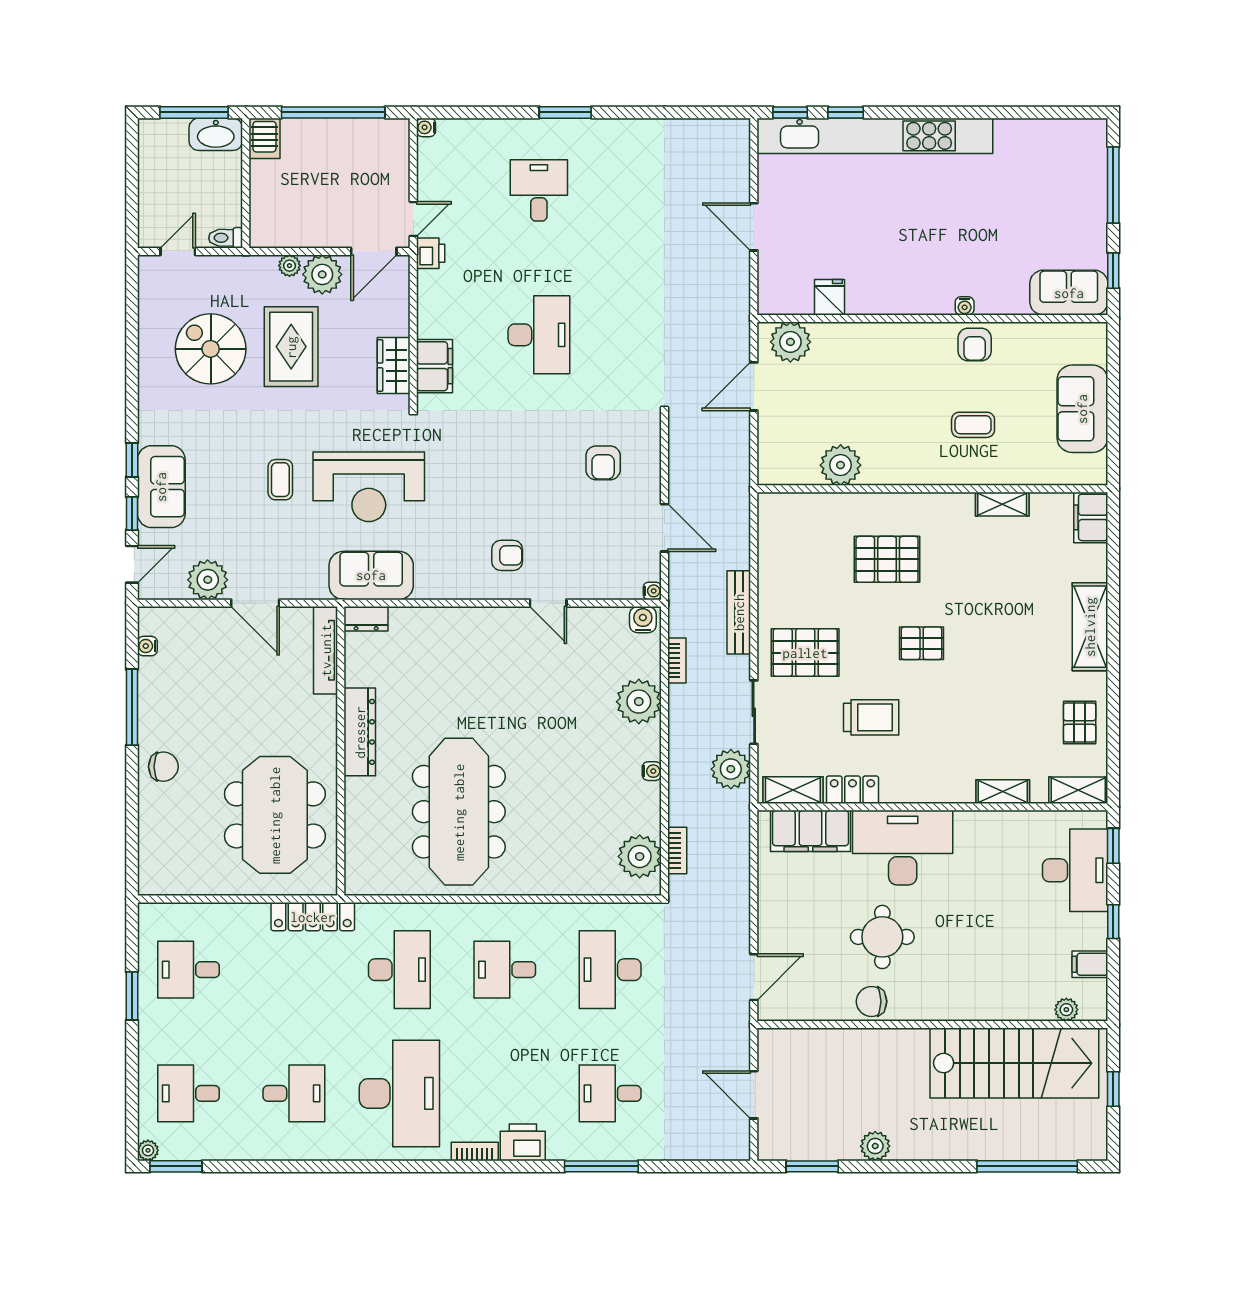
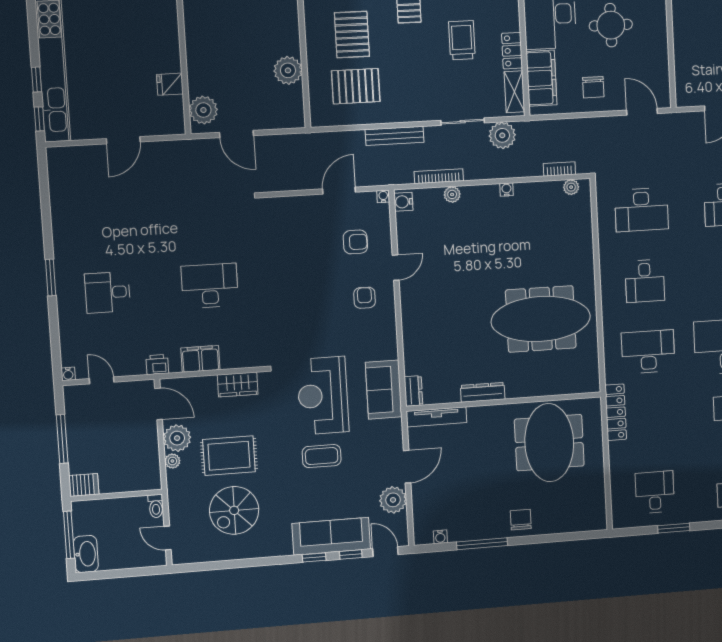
window: (333, 112) -> (62, 439), width x0.68
washbasin: (216, 134) -> (86, 554), moved
door: (413, 219) -> (102, 380), moved
filing cabinet: (435, 366) -> (200, 359), moved
armchair: (603, 463) -> (355, 242), moved
coffee table: (280, 480) -> (322, 456), width x1.36, depth x1.30
sofa: (161, 487) -> (331, 536), width x1.36
reception desk: (369, 487) -> (323, 396), turned 180
pallet: (805, 653) -> (356, 86), moved, turned 90
bookcase: (677, 660) -> (439, 176), width x1.56
plant: (639, 702) -> (452, 194), width x0.53, depth x0.53
dresser: (360, 732) -> (483, 392), width x0.73, depth x0.80
meeting table: (275, 815) -> (549, 443), turned 90
plant: (640, 856) -> (571, 187), width x0.53, depth x0.53
desk: (188, 970) -> (655, 492), turned 180
chair: (872, 1001) -> (593, 87), moved

